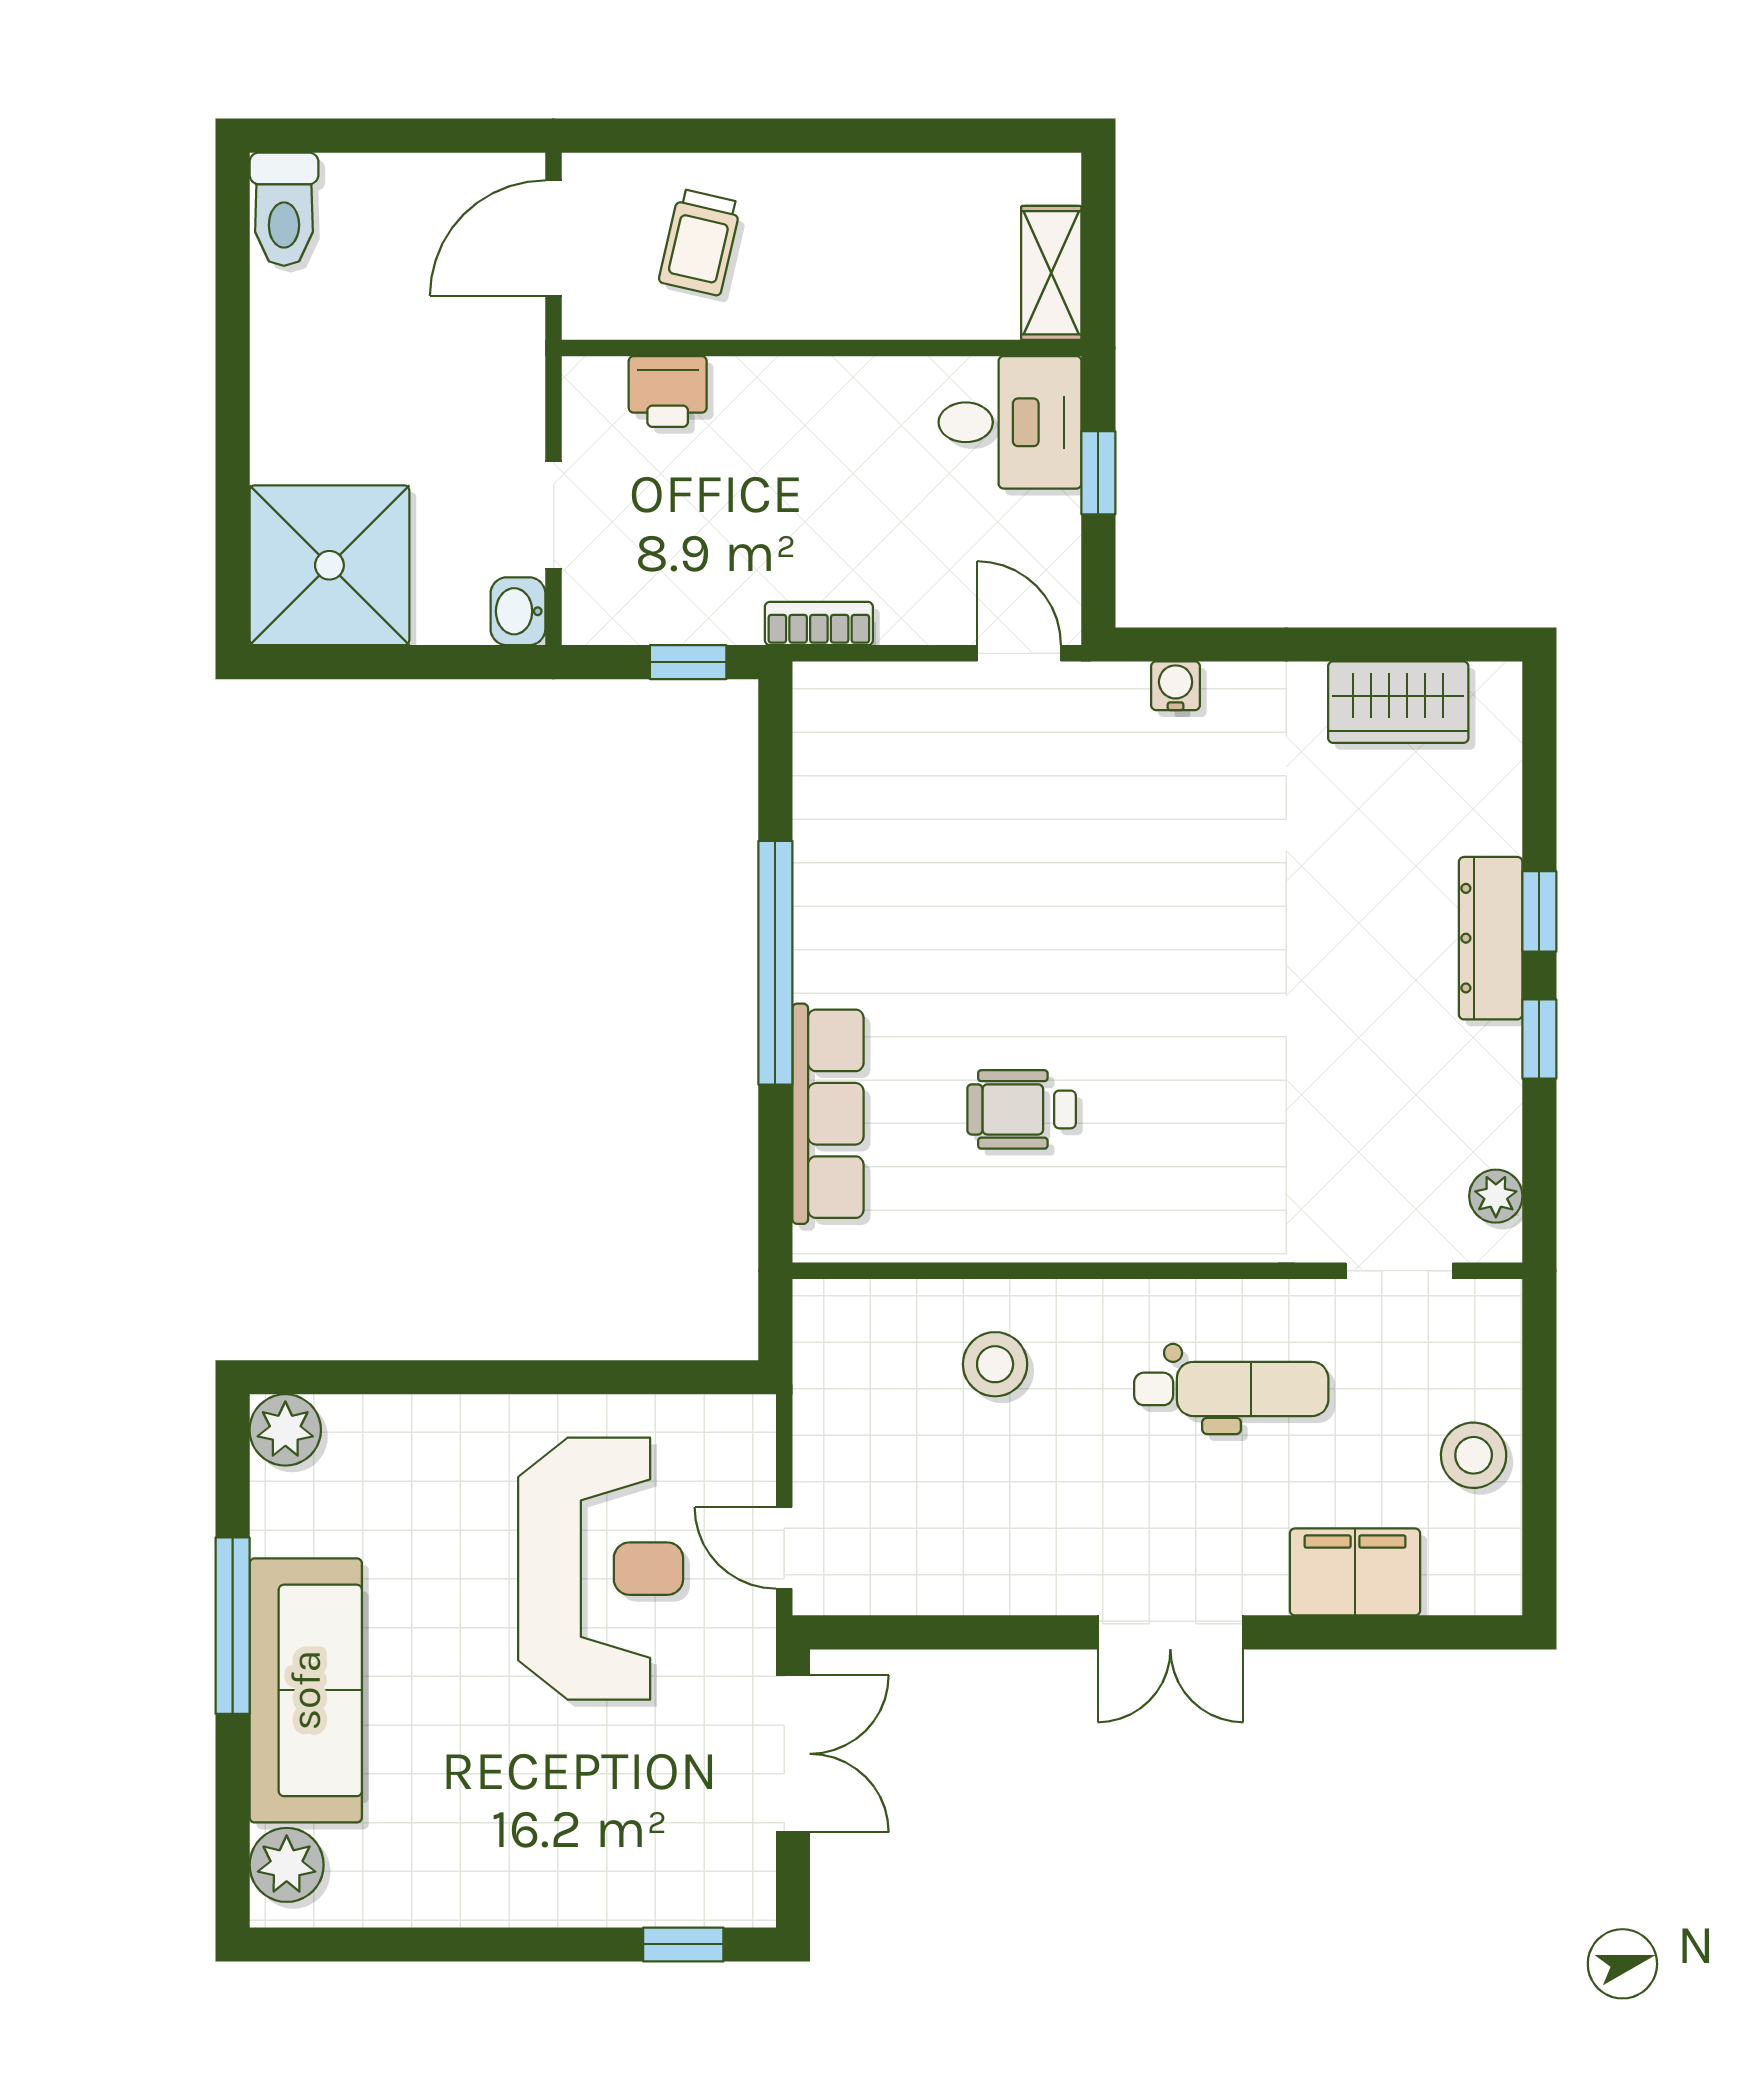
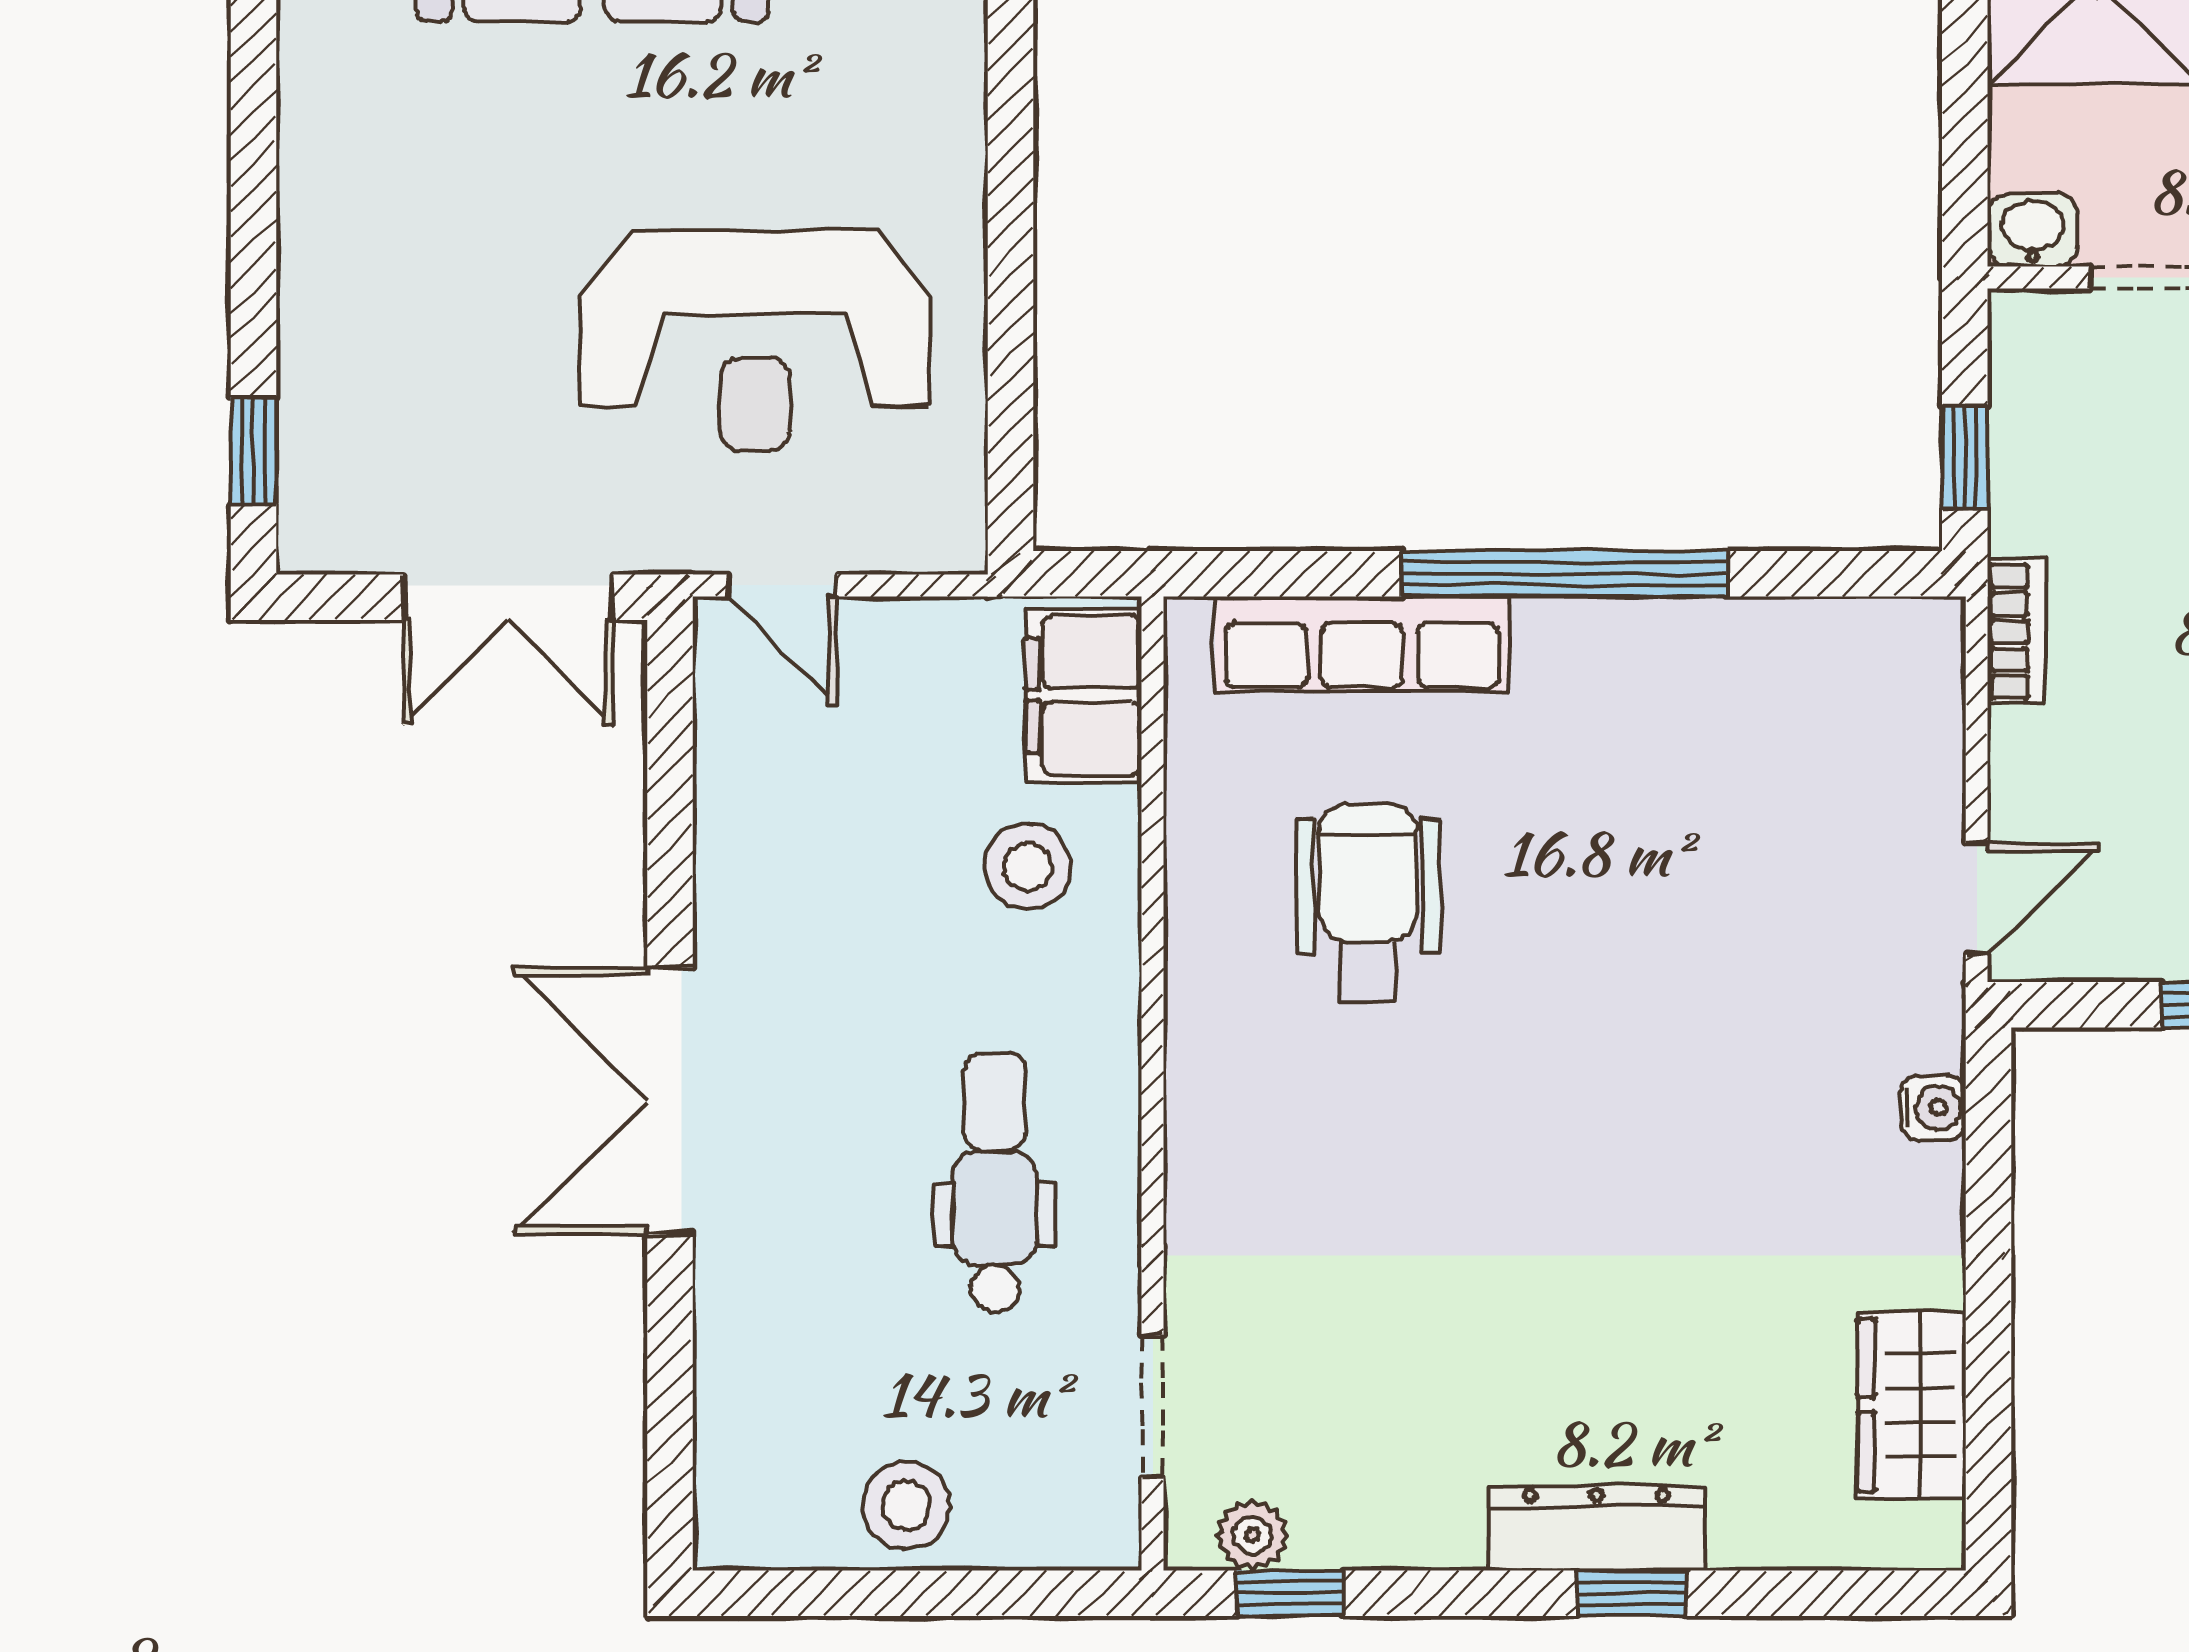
window: (1539, 1039) -> (1290, 1593), moved
wheelchair: (1022, 1109) -> (1368, 902), width x1.36, depth x1.37
dental chair: (1231, 1389) -> (995, 1182), turned 180
door: (784, 1548) -> (783, 585), swing flipped
filing cabinet: (1355, 1572) -> (1084, 695), moved, turned 180
double door: (1170, 1632) -> (670, 1101), width x1.37

